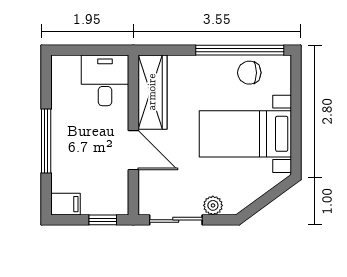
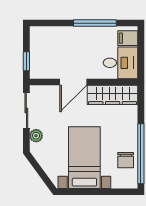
chair: (249, 73) -> (126, 160), turned 180
window: (46, 141) -> (95, 23), moved
filing cabinet: (66, 204) -> (128, 38), moved, turned 90

